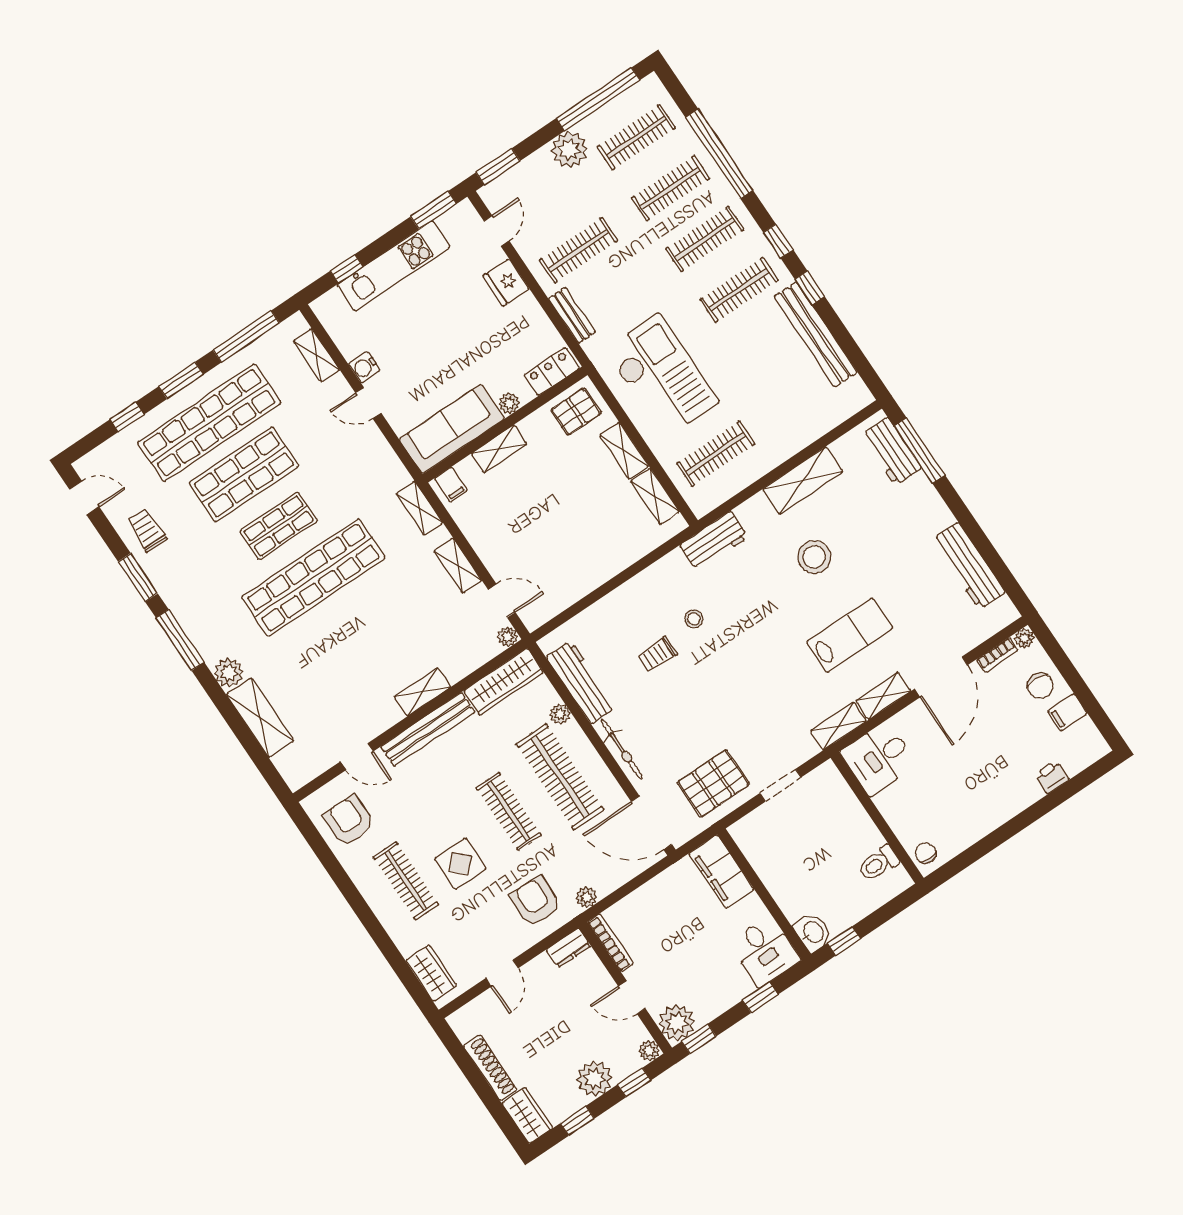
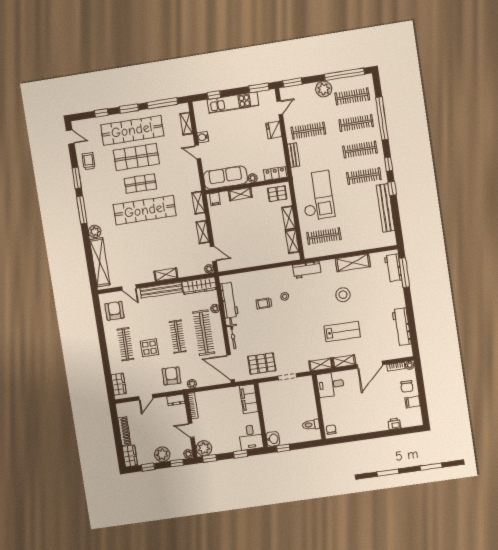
shelving: (260, 718) -> (100, 262), width x1.47

